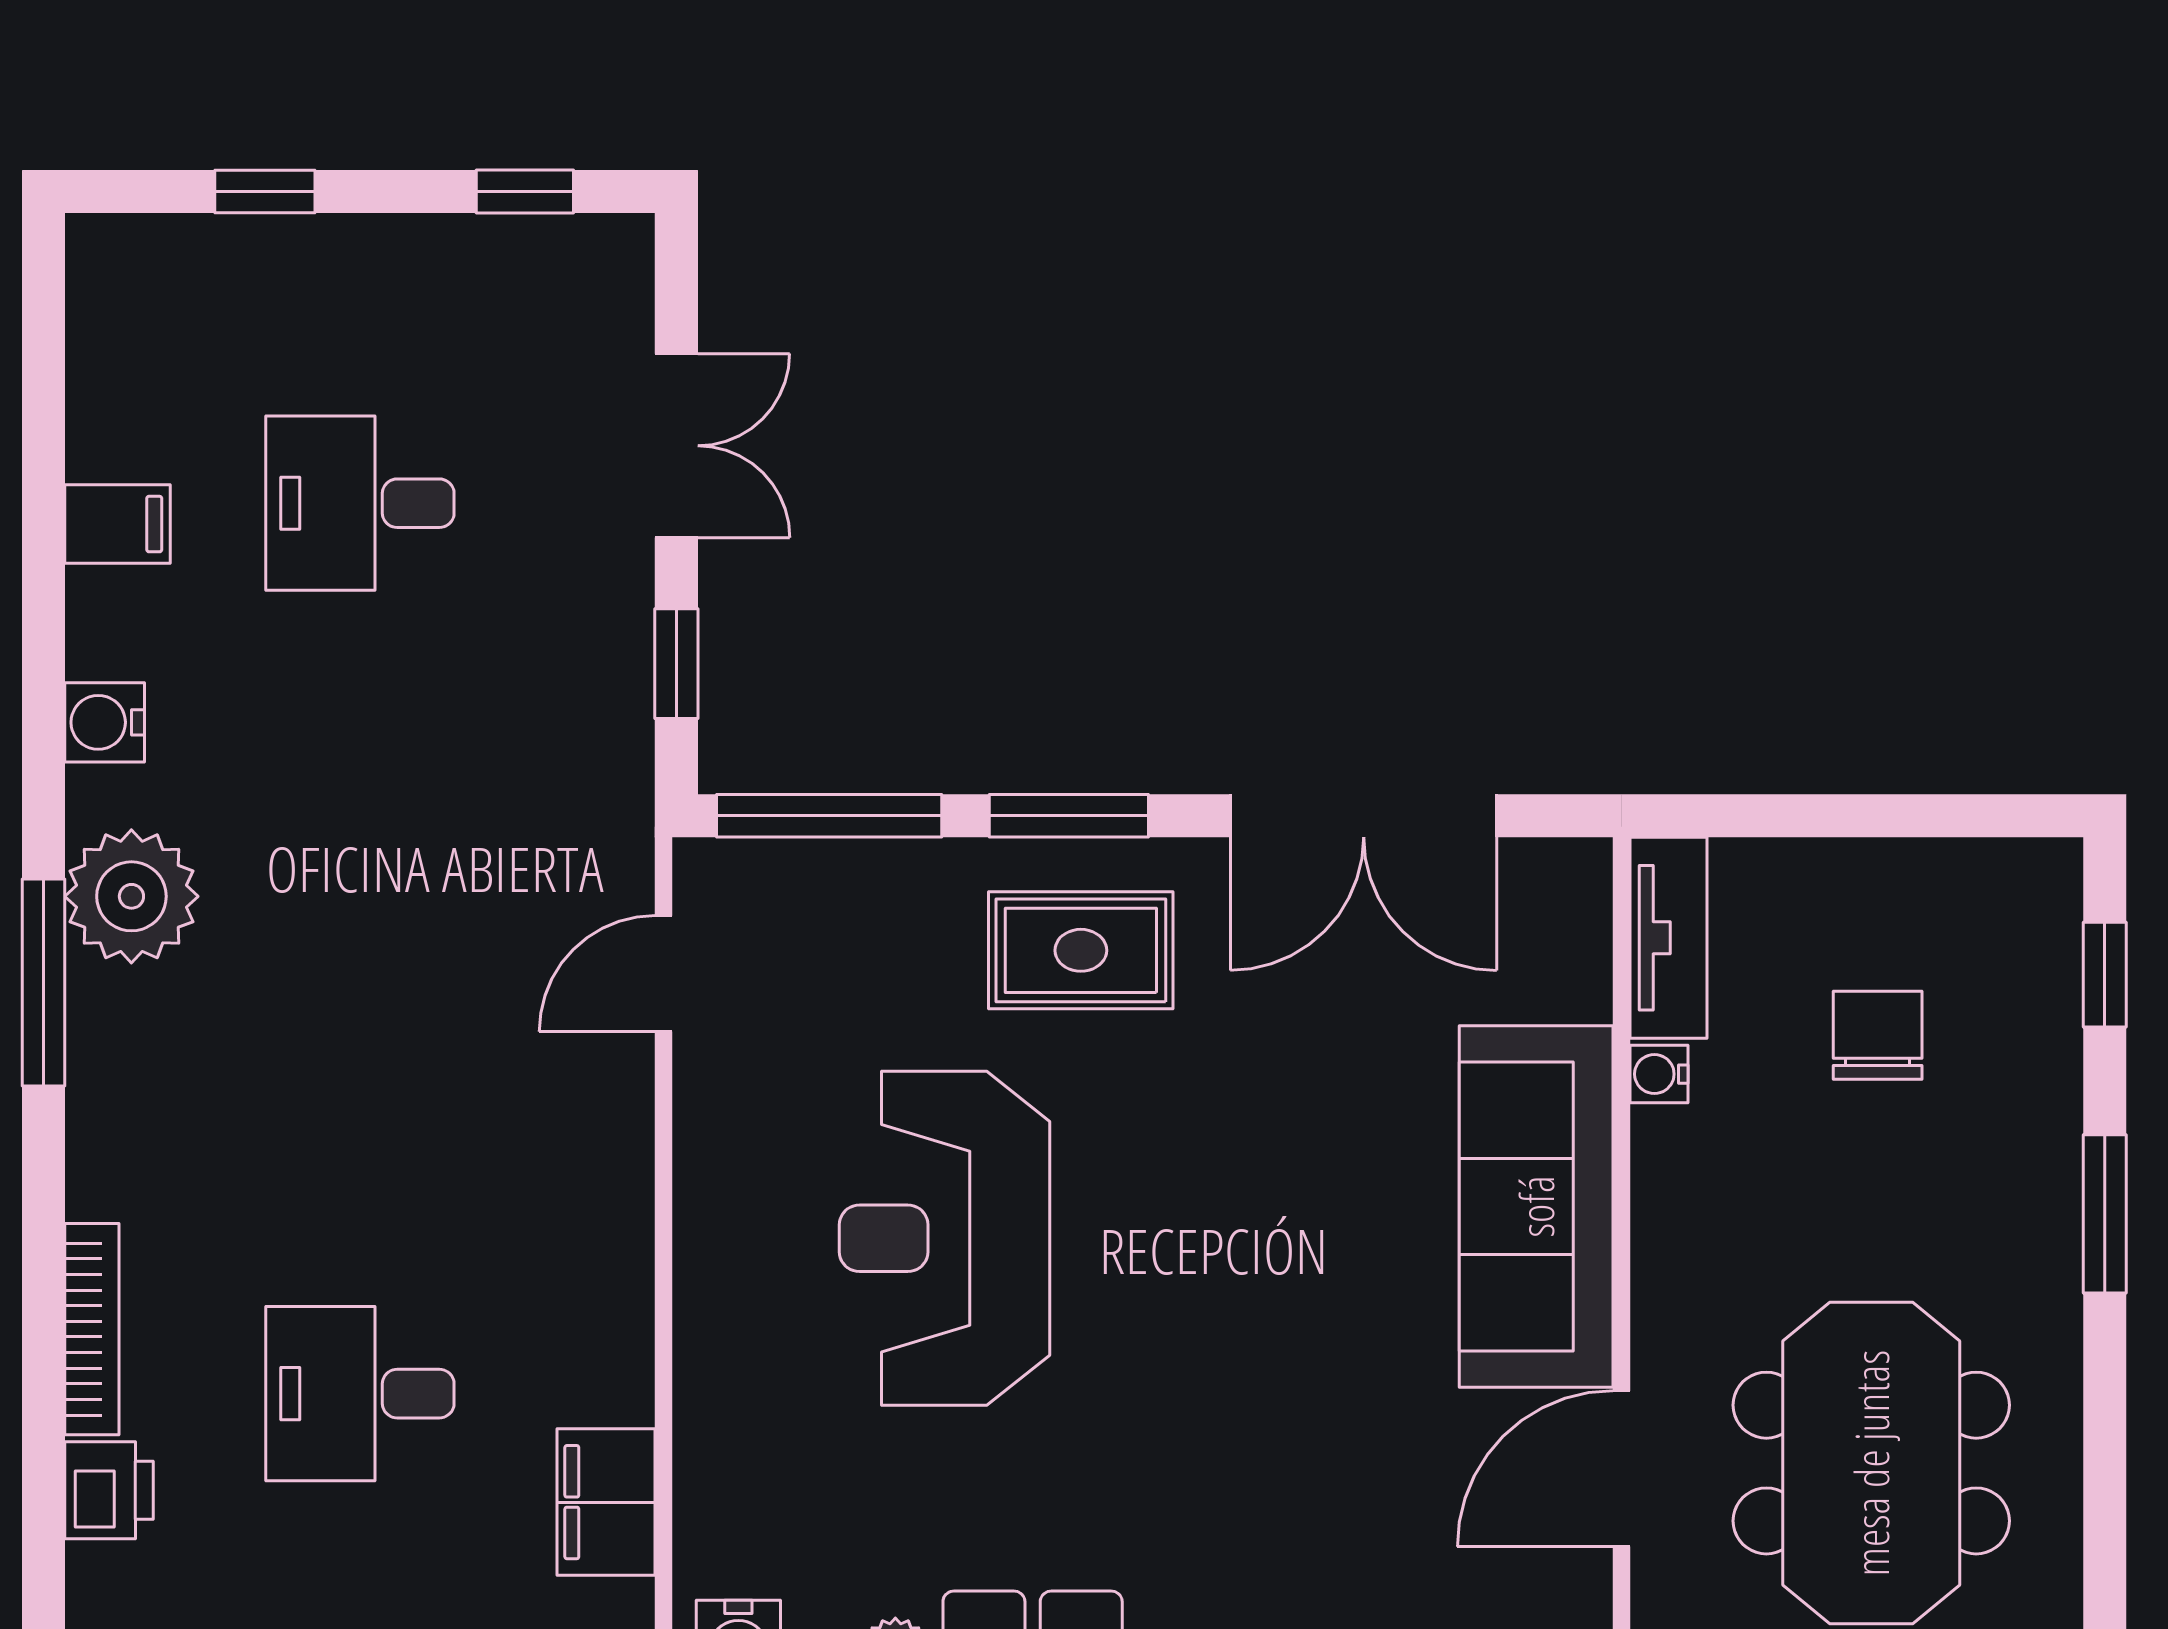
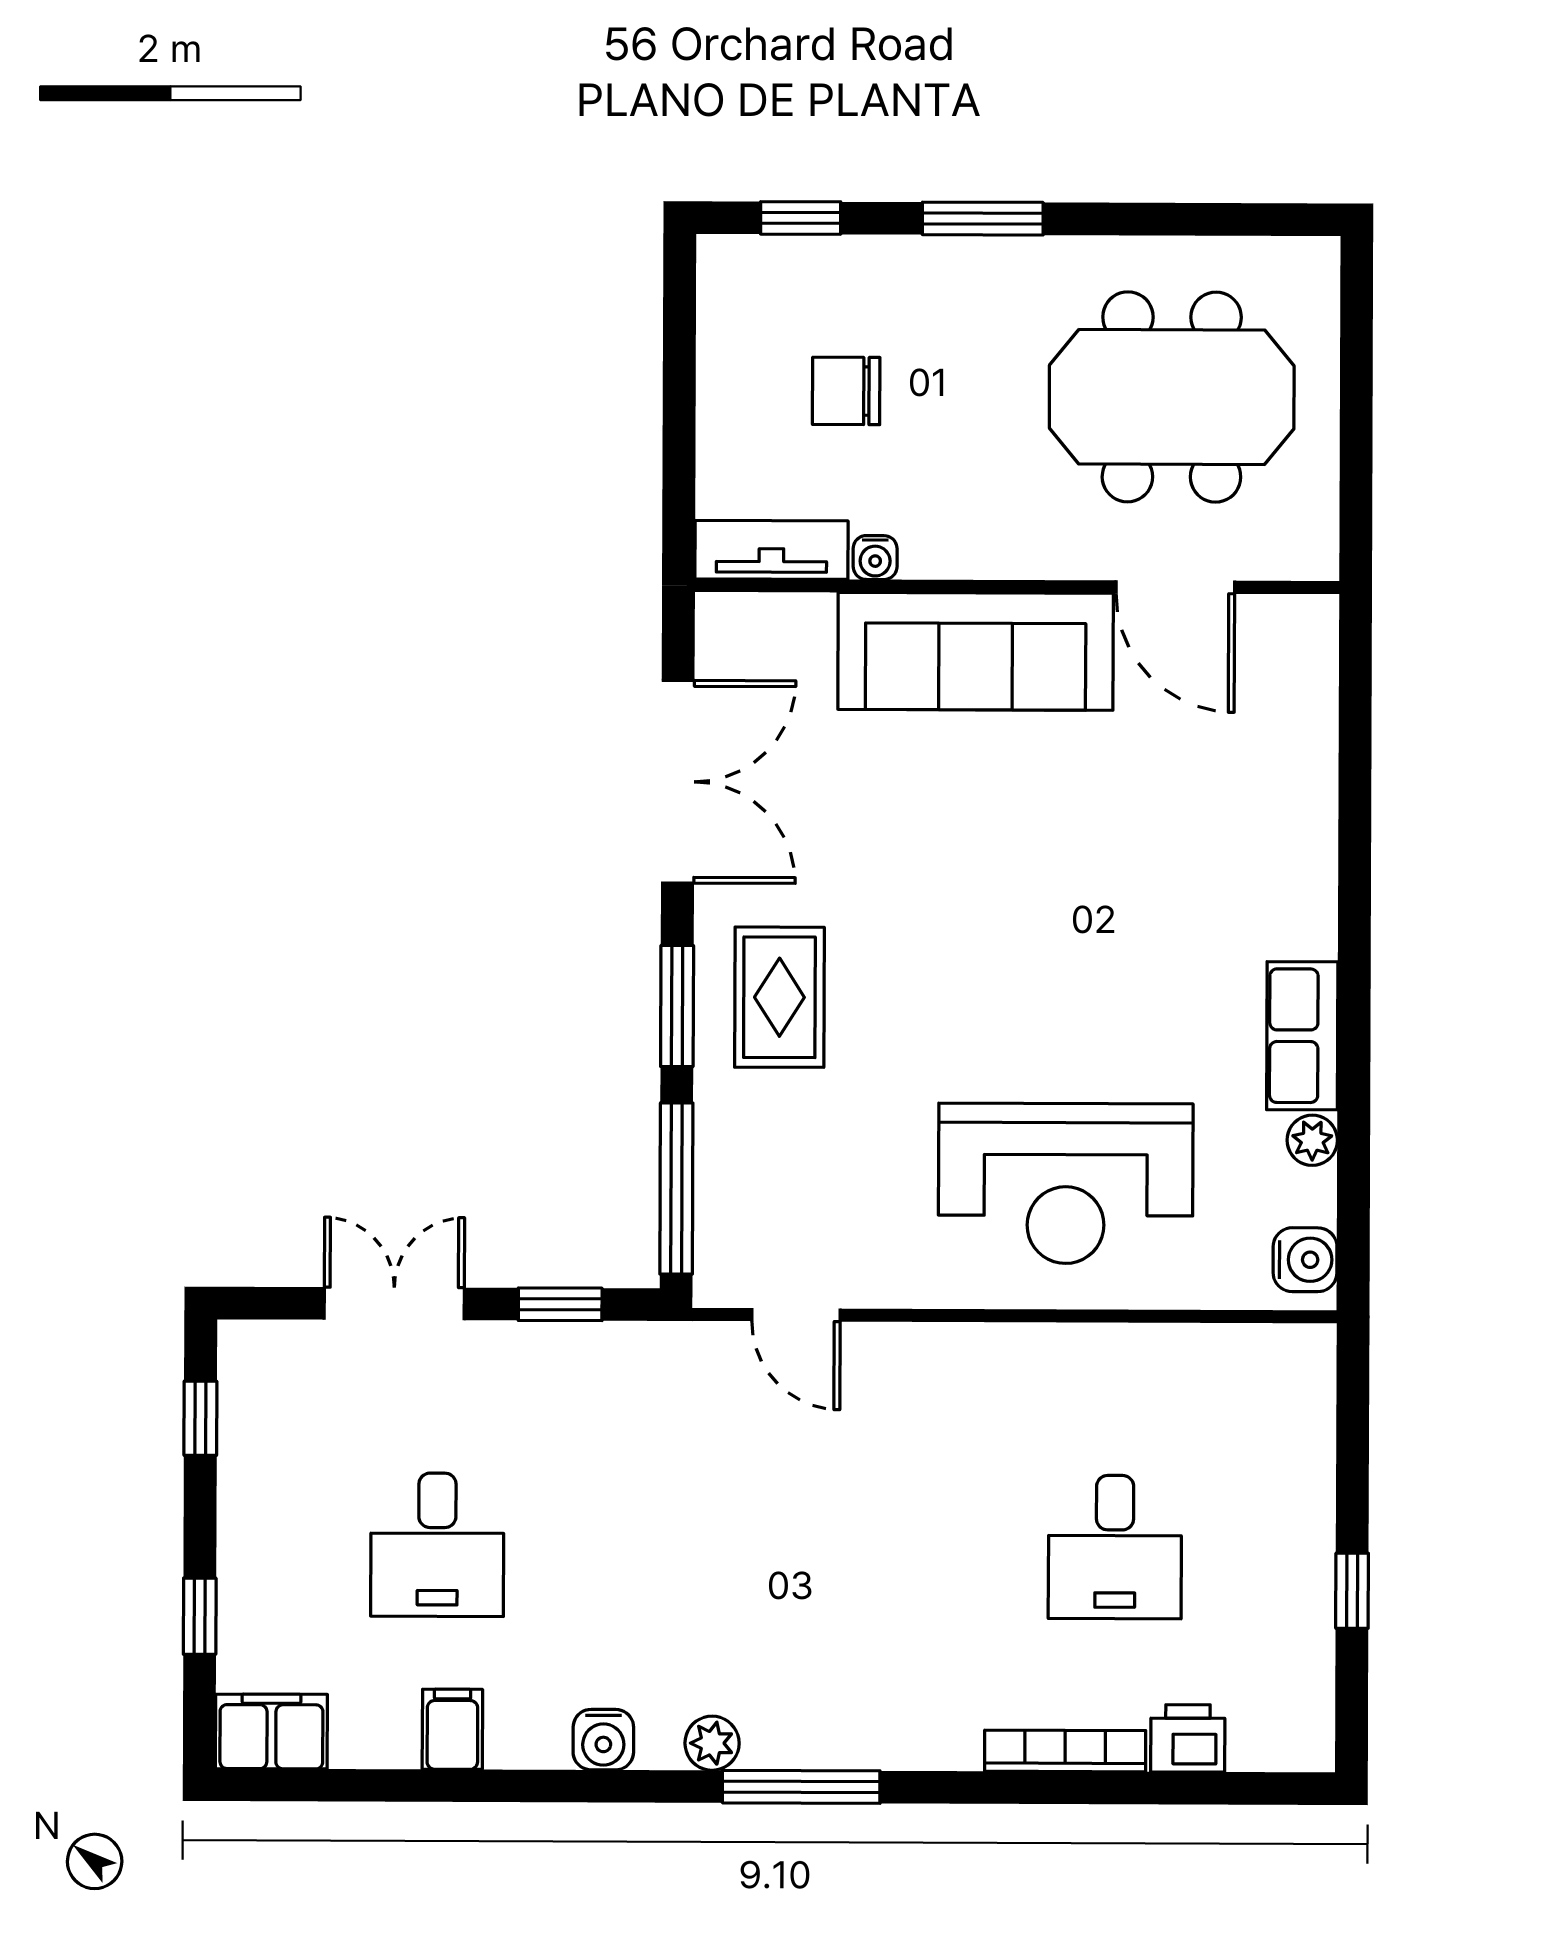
plant: (131, 896) -> (712, 1743), width x0.53, depth x0.53
reception desk: (945, 1238) -> (1066, 1183), moved
filing cabinet: (606, 1502) -> (271, 1732), moved, turned 180

